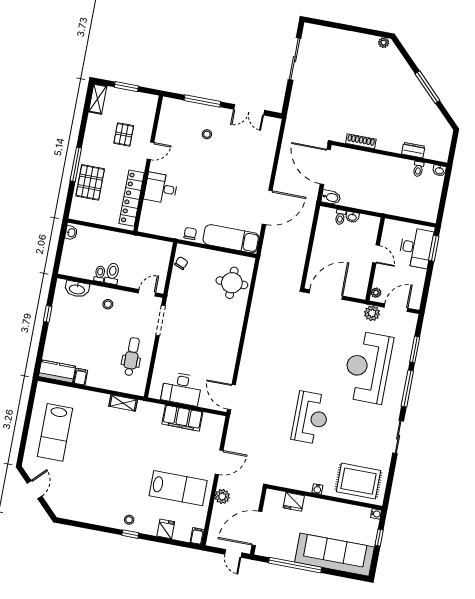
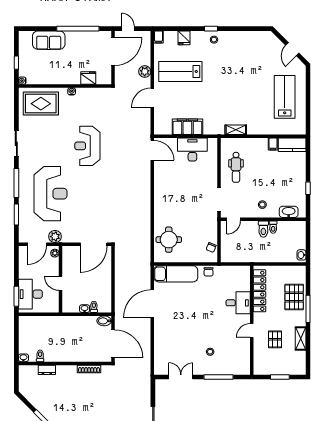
shelving: (98, 99) -> (301, 339), moved
sofa: (334, 555) -> (49, 40), width x0.54, depth x0.79

